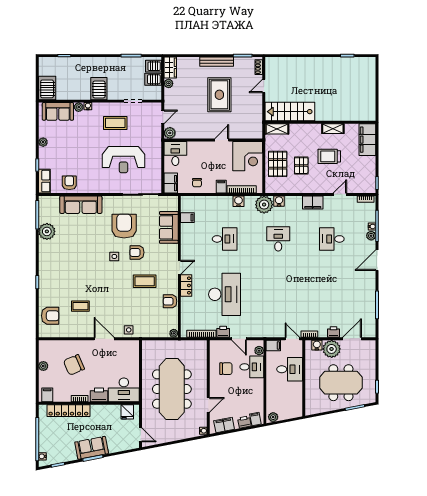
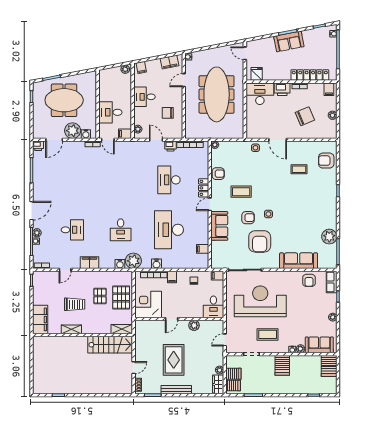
plant: (170, 133) -> (194, 325), moved
reception desk: (123, 160) -> (260, 301), width x1.36, depth x1.30
filing cabinet: (171, 183) -> (218, 276), width x0.50
sofa: (169, 227) -> (219, 226), moved
desk: (225, 239) -> (169, 230), width x1.87, depth x1.30
desk: (225, 294) -> (169, 180), width x0.73, depth x0.77
printer: (333, 332) -> (38, 146), moved
desk: (252, 367) -> (144, 97), moved
printer: (244, 422) -> (151, 65), removed

